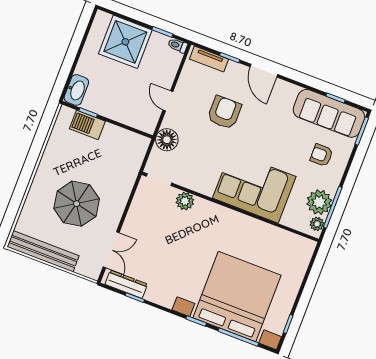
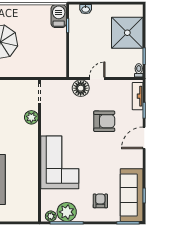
washbasin: (76, 90) -> (86, 9), width x0.52, depth x0.69
barbecue: (87, 125) -> (59, 16), moved
floor lamp: (167, 140) -> (81, 88), moved

